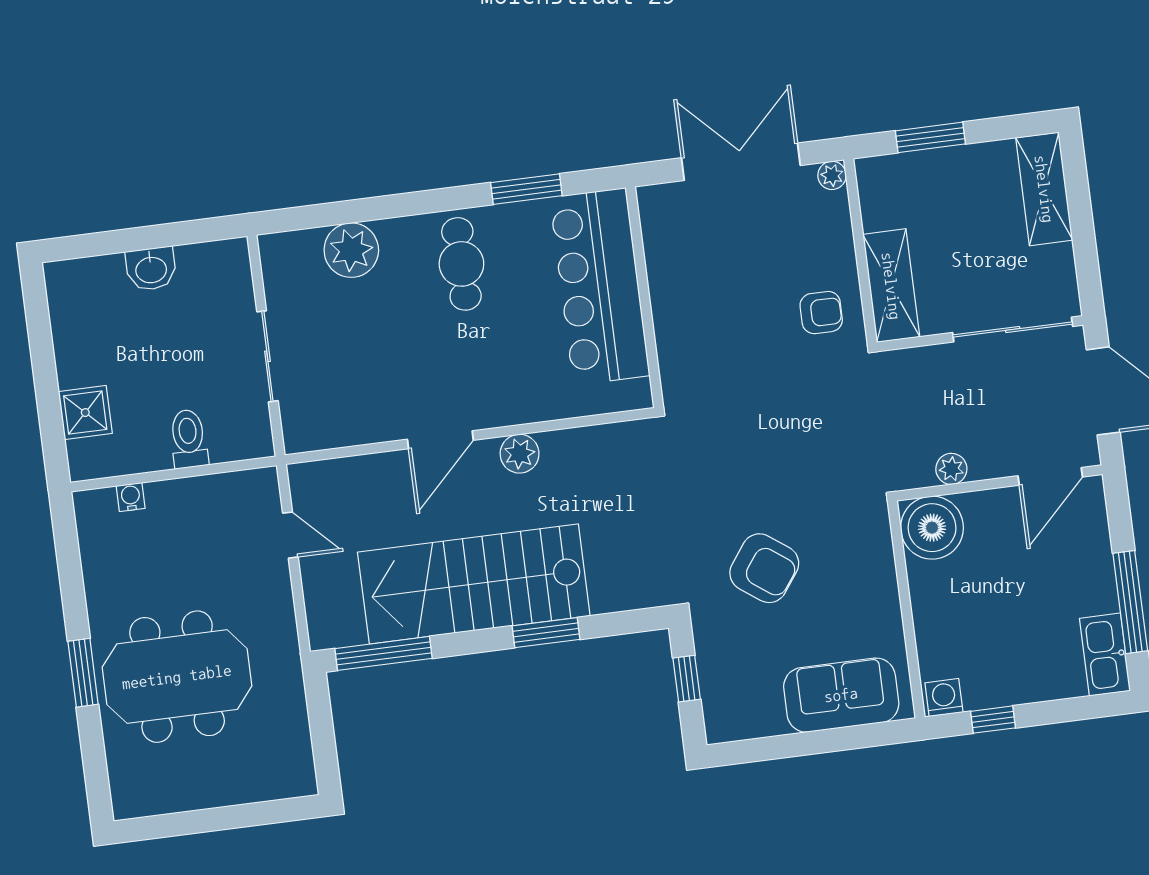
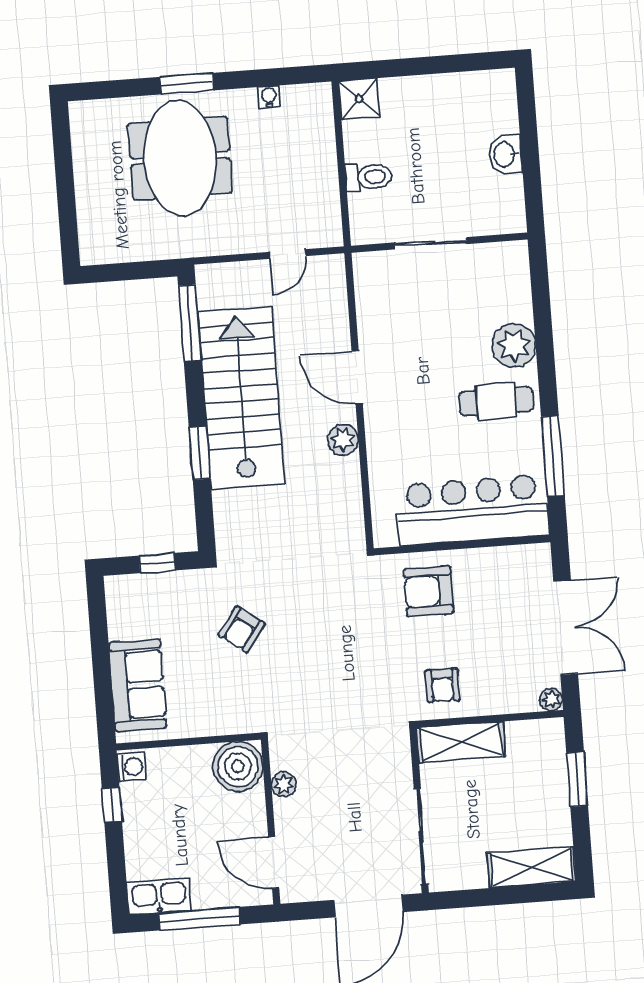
window: (526, 189) -> (553, 456), width x1.44
plant: (351, 250) -> (514, 345), moved
armchair: (704, 336) -> (429, 591), added
shower: (85, 413) -> (359, 99), moved
plant: (951, 469) -> (284, 784), moved
door: (1050, 476) -> (274, 863), moved
wall: (999, 483) -> (271, 822), moved
water cooler: (131, 497) -> (269, 97), moved, turned -90
boiler: (932, 528) -> (238, 766), moved
armchair: (764, 568) -> (242, 629), width x0.72, depth x0.72

